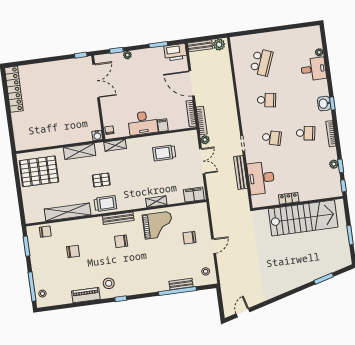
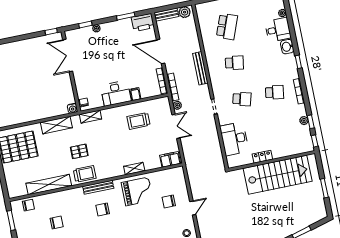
double door: (96, 81) -> (68, 55), swing flipped
washbasin: (324, 104) -> (287, 47), moved
bench: (241, 172) -> (200, 68), moved

